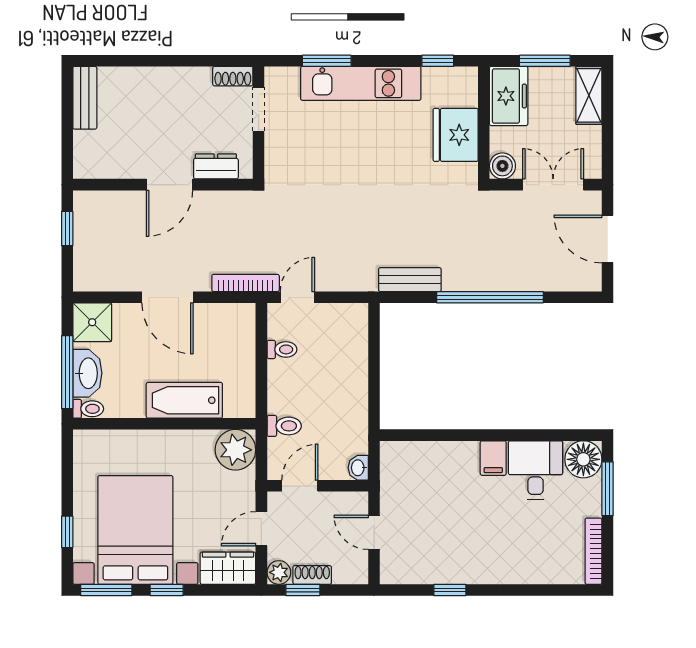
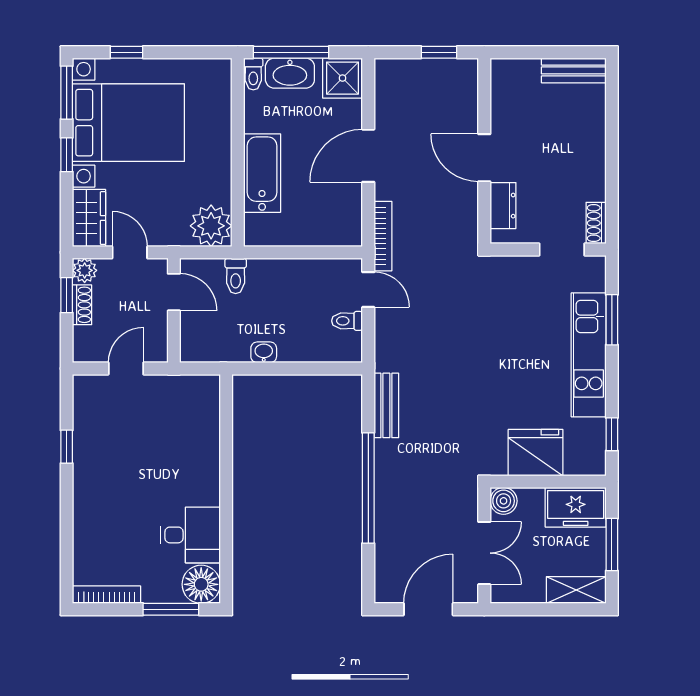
toilet: (282, 349) -> (347, 321), moved, turned 90
filing cabinet: (493, 458) -> (203, 491), removed
washbasin: (358, 468) -> (264, 352), moved

